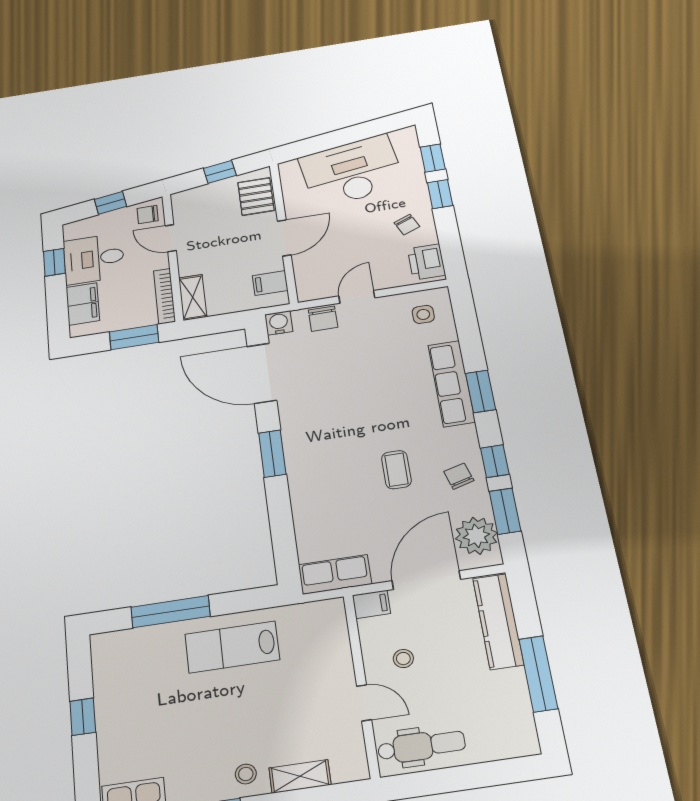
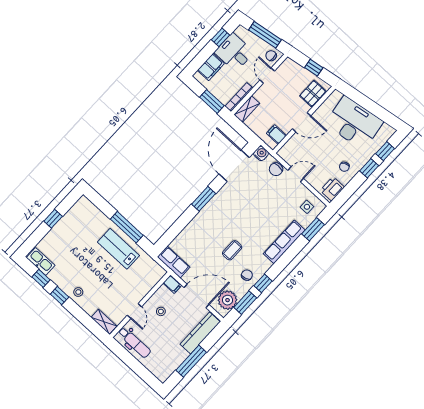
window: (110, 203) -> (265, 35), width x2.17
window: (480, 391) -> (313, 229), moved
window: (171, 612) -> (127, 227), moved
shelving: (300, 776) -> (104, 322), moved

